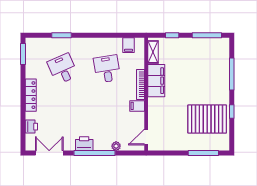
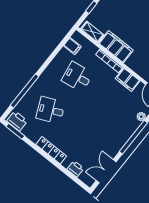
window: (62, 35) -> (25, 91), width x2.11
filing cabinet: (137, 106) -> (128, 80), width x2.00
printer: (84, 144) -> (17, 121), moved, turned 90

